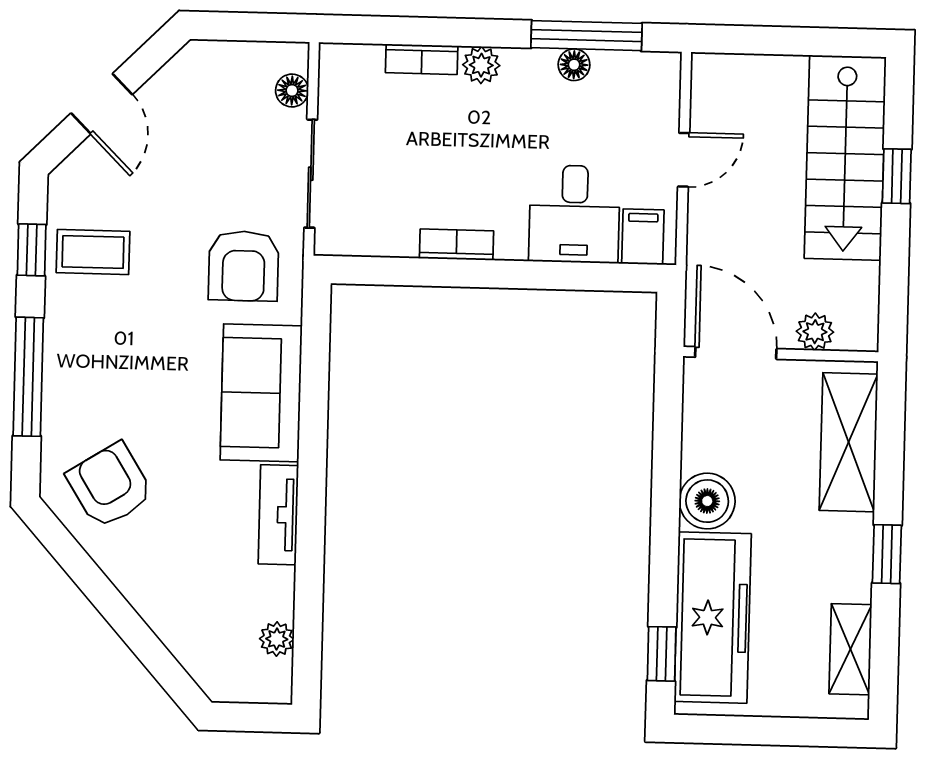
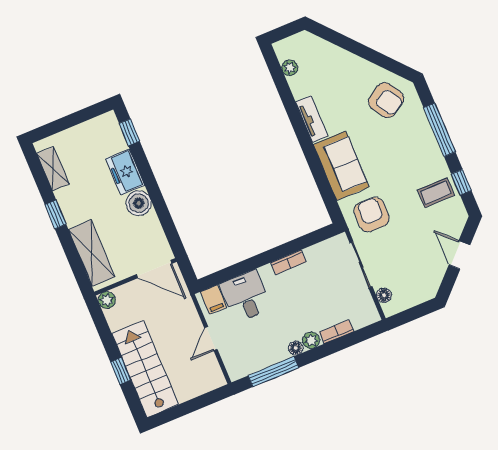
floor lamp: (574, 65) -> (296, 348), moved
plant: (815, 332) -> (107, 300), moved
freezer: (713, 618) -> (125, 172), width x0.52, depth x0.79

